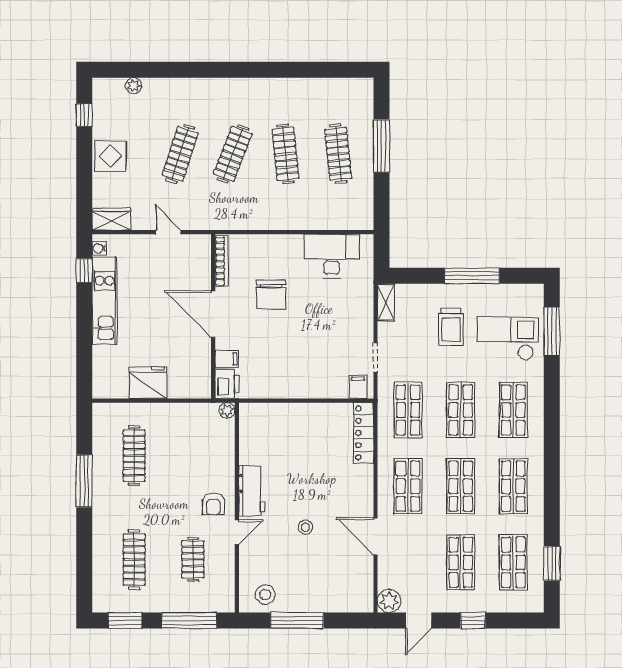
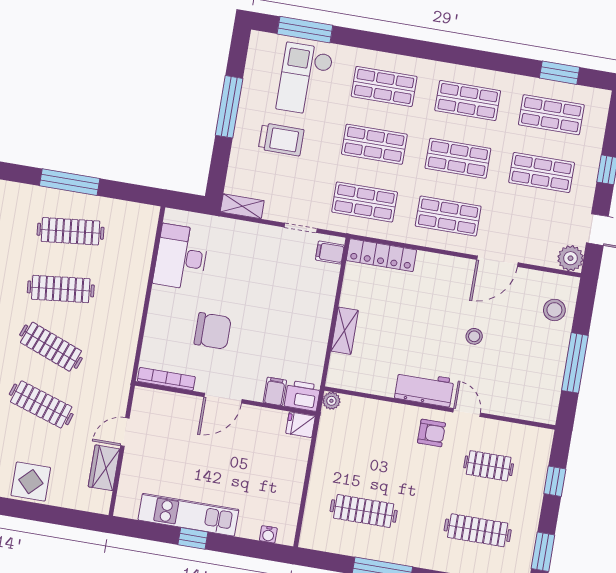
wardrobe: (111, 219) -> (104, 468), moved
water cooler: (99, 248) -> (268, 534), moved
window: (84, 270) -> (193, 538), moved
door: (213, 314) -> (223, 398), width x0.73
fridge: (148, 383) -> (301, 425), moved, width x0.53, depth x0.75
shelving: (291, 412) -> (345, 331), added
stool: (265, 595) -> (554, 310), moved
window: (189, 620) -> (555, 481), width x0.46

